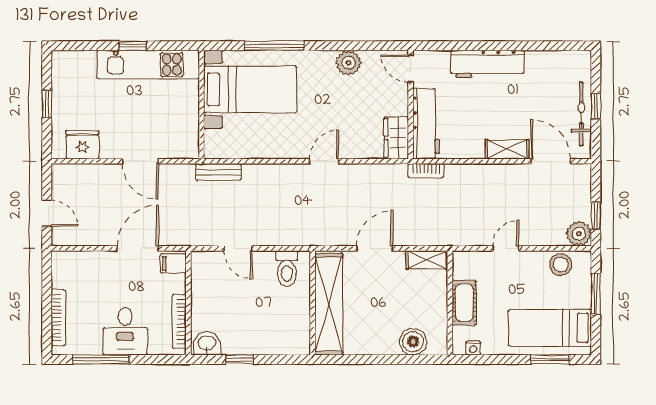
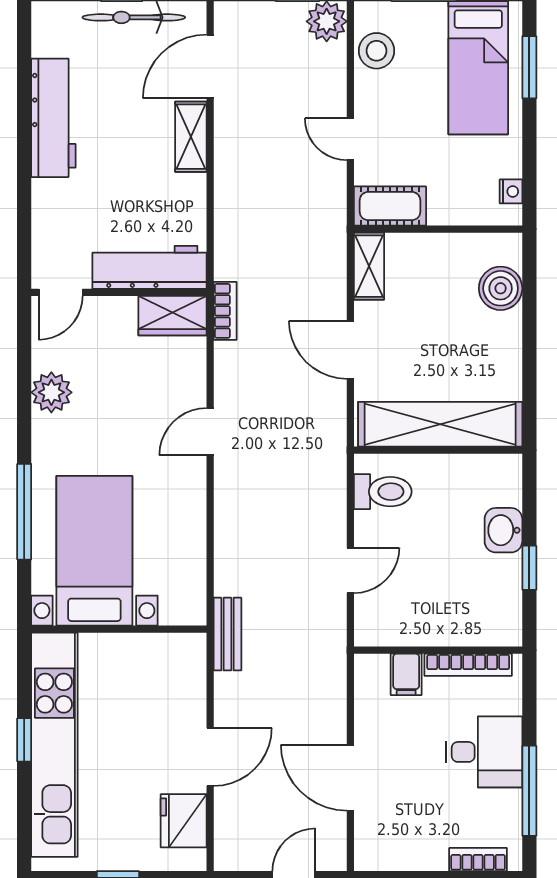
workbench: (487, 64) -> (53, 118), moved
kitchen unit: (148, 65) -> (54, 745), width x1.36
door: (140, 161) -> (210, 757), moved
door: (324, 161) -> (210, 432), hinge flipped
bookcase: (426, 171) -> (225, 311), moved
bench: (218, 172) -> (227, 634), moved
door: (138, 248) -> (350, 778), moved
filing cabinet: (173, 264) -> (406, 674), moved
cot: (464, 303) -> (390, 206), moved
bookcase: (58, 318) -> (478, 859), width x0.64
washbasin: (207, 343) -> (503, 530), moved

